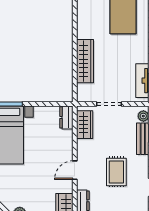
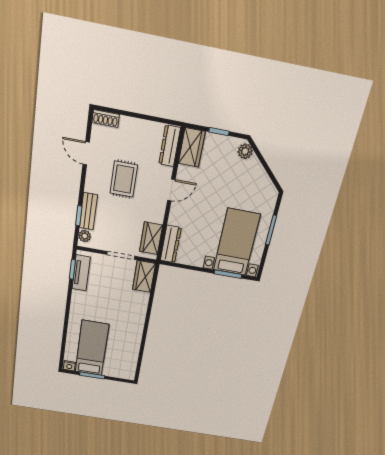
wardrobe: (85, 61) -> (144, 277), moved, width x0.67
dresser: (66, 117) -> (171, 244), width x1.44

